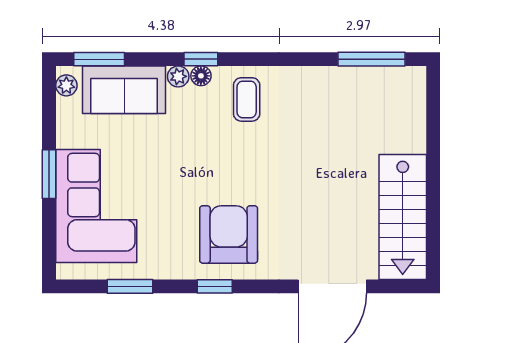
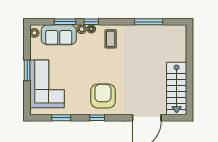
window: (99, 59) -> (65, 22), moved
window: (372, 59) -> (149, 22), moved

